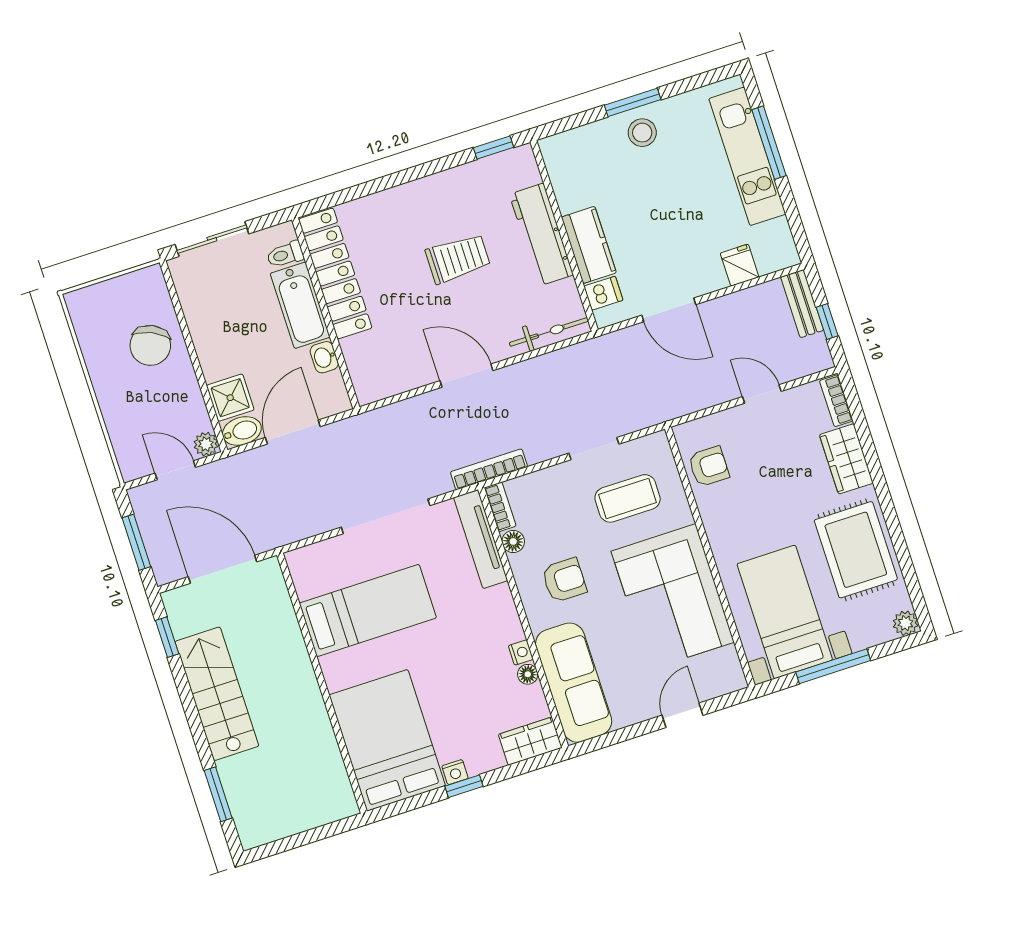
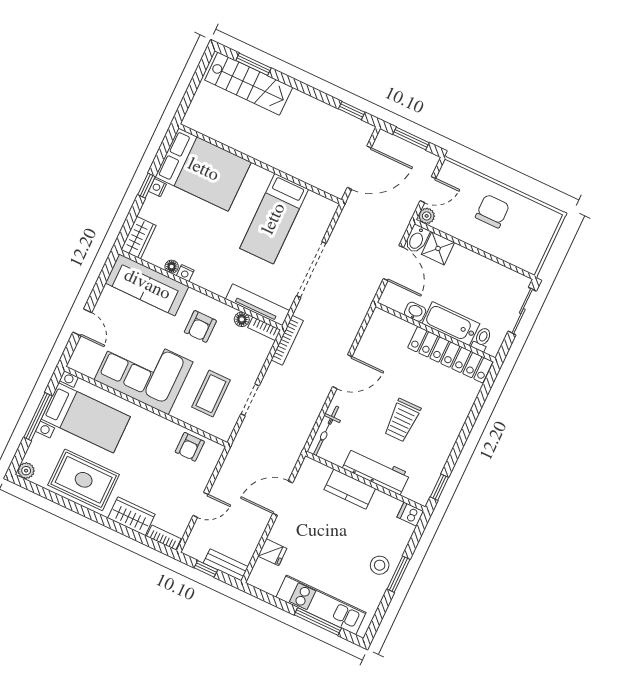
dishwasher: (603, 293) -> (410, 514), moved, turned 90
chair: (150, 345) -> (492, 211), moved, turned 65
stairs: (217, 694) -> (249, 84), moved

